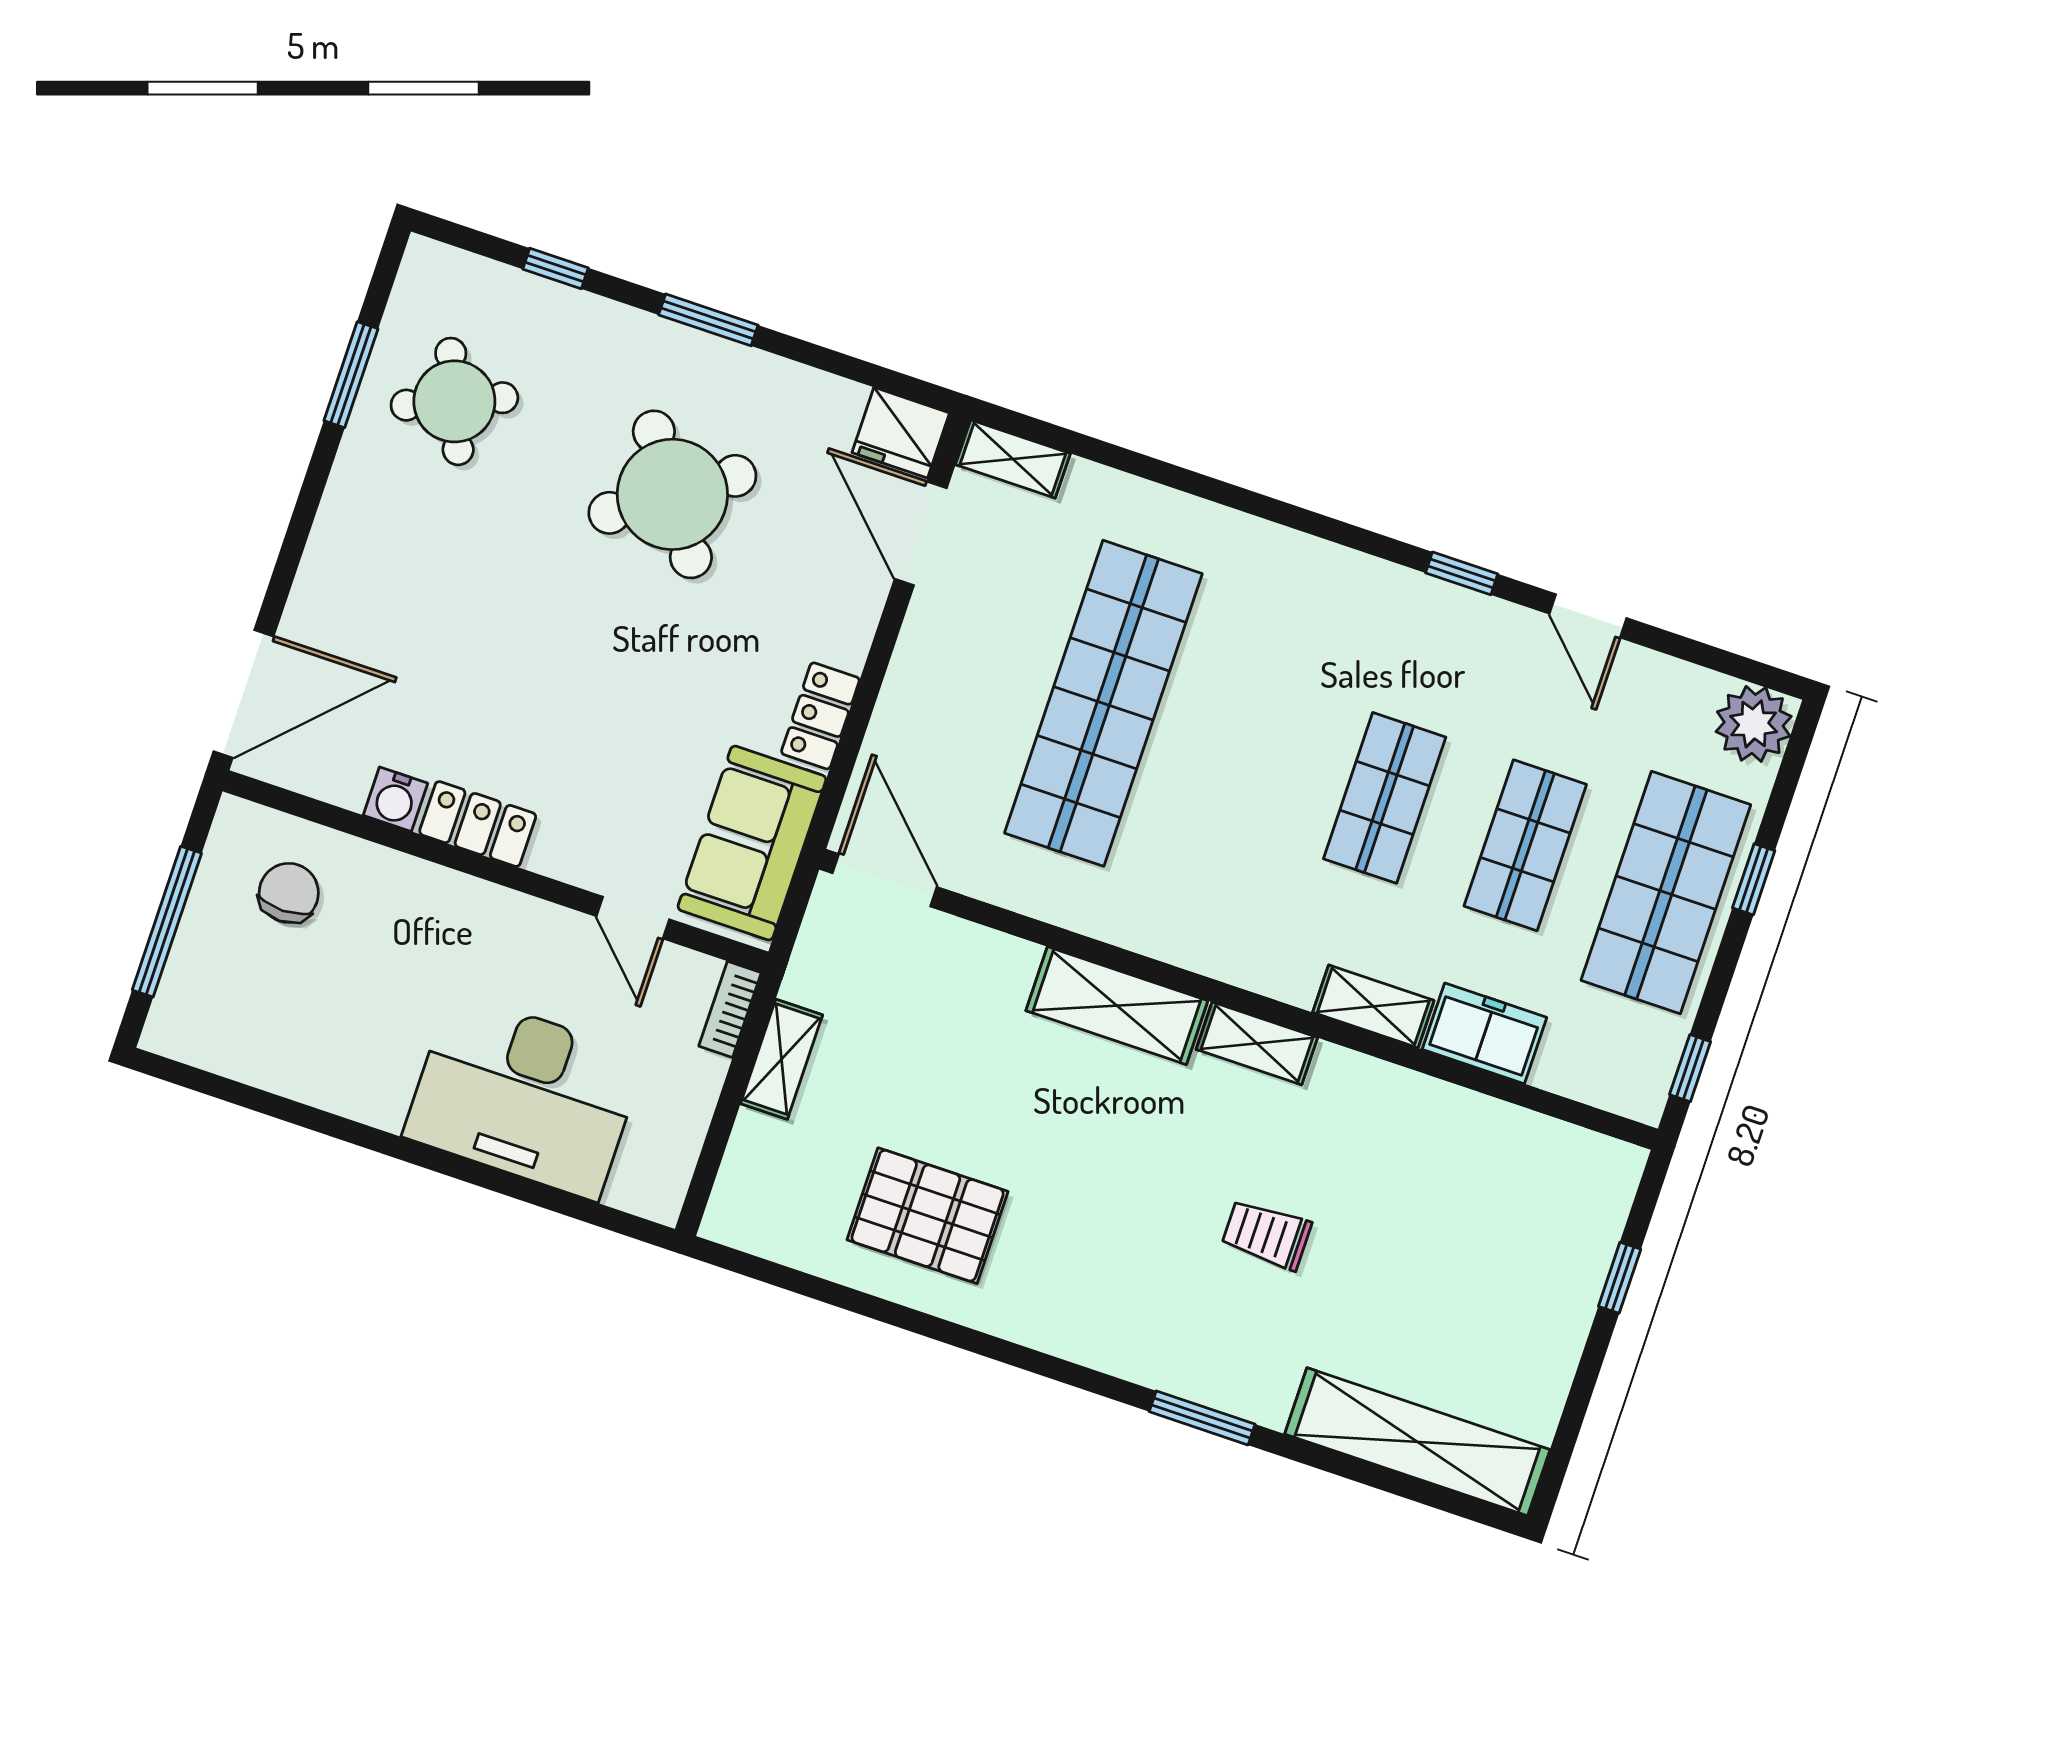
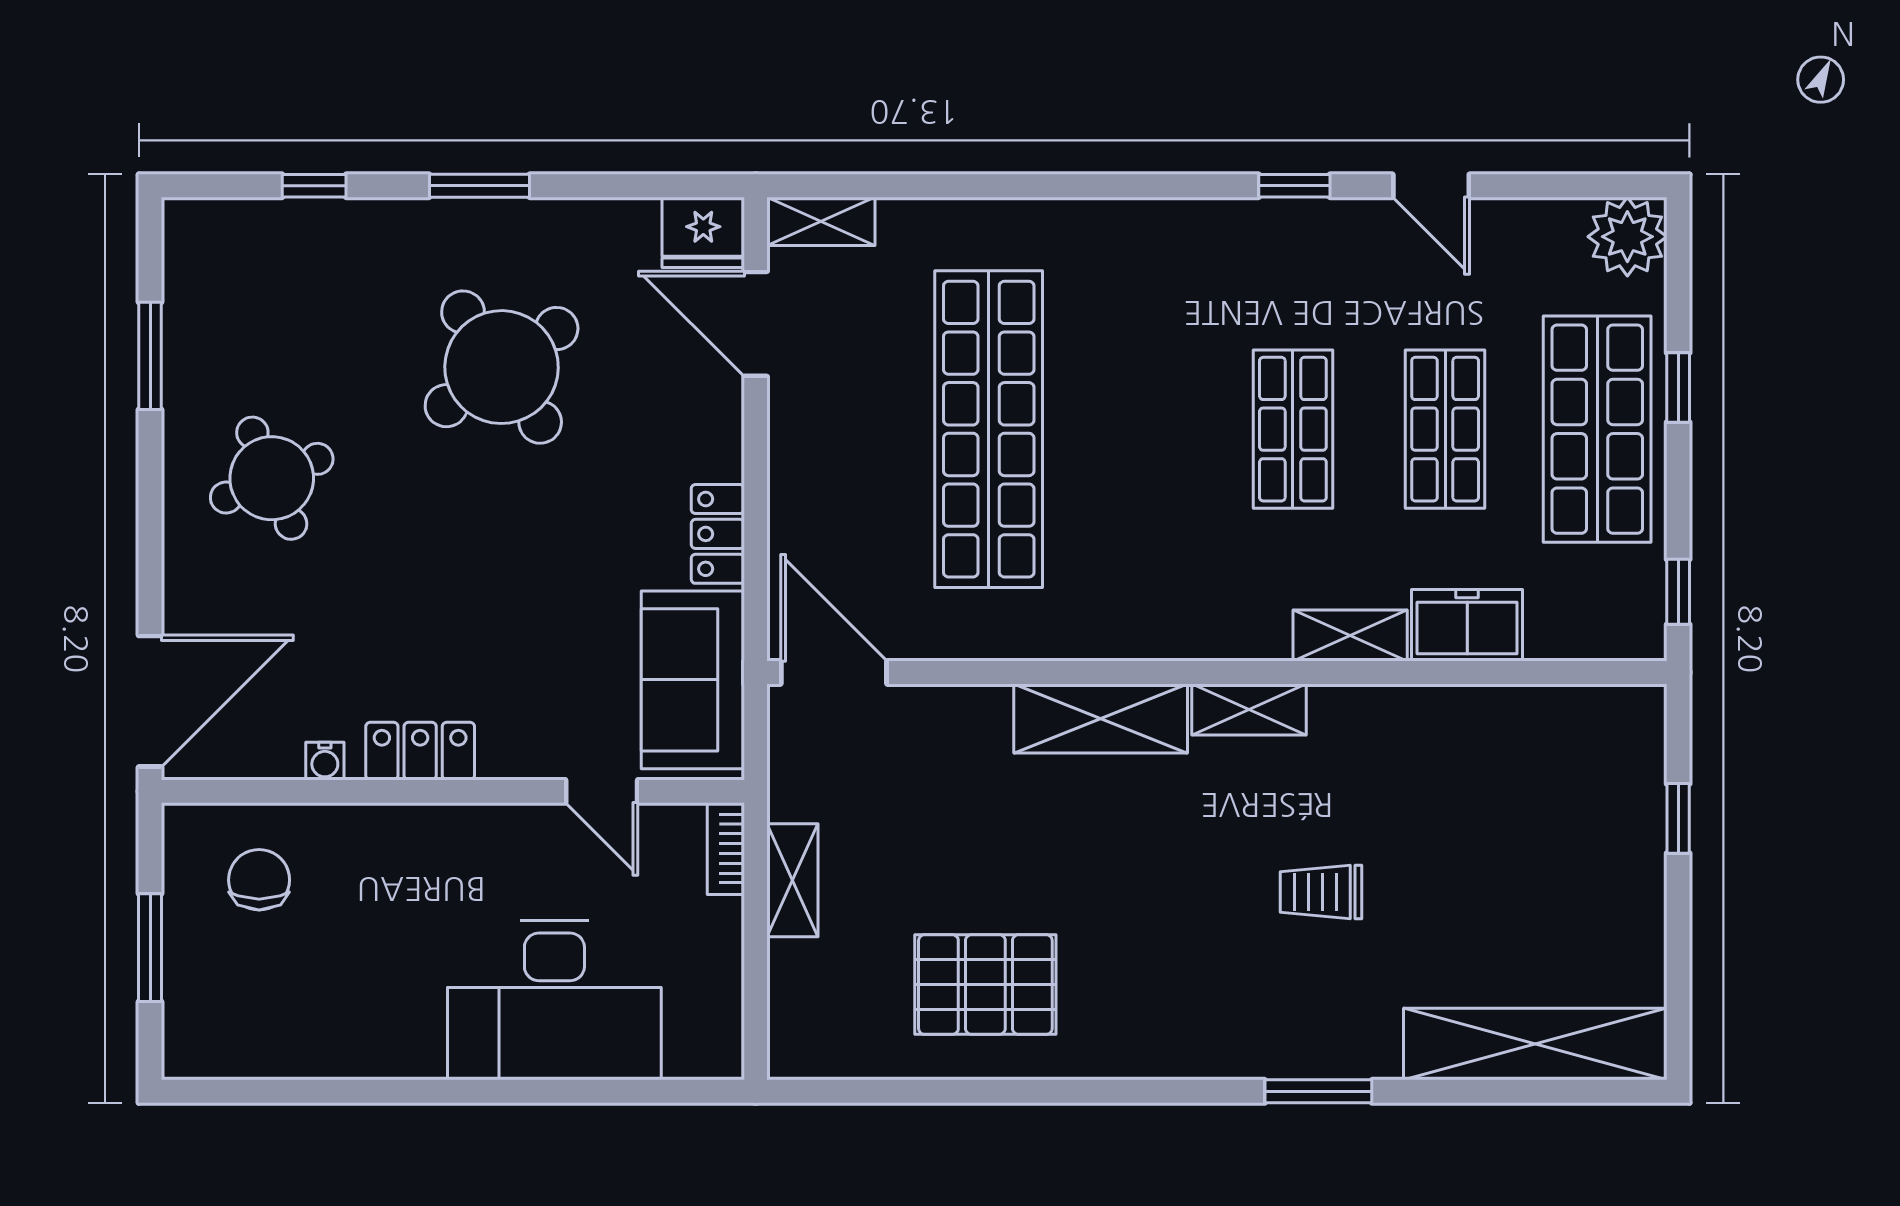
round table: (454, 401) -> (272, 478), moved
water cooler: (395, 799) -> (325, 761), width x0.72, depth x0.72
window: (167, 922) -> (150, 948), width x0.69

